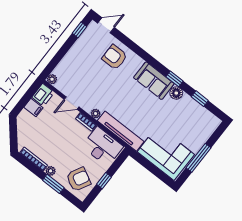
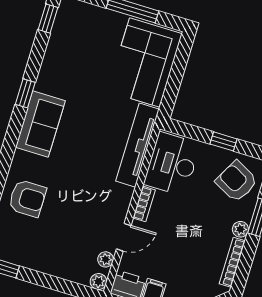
armchair: (115, 57) -> (27, 198), turned -90
floor lamp: (176, 93) -> (46, 82), removed
window: (200, 99) -> (48, 19), moved
door: (72, 103) -> (124, 237), hinge flipped
plant: (96, 114) -> (106, 259), moved

